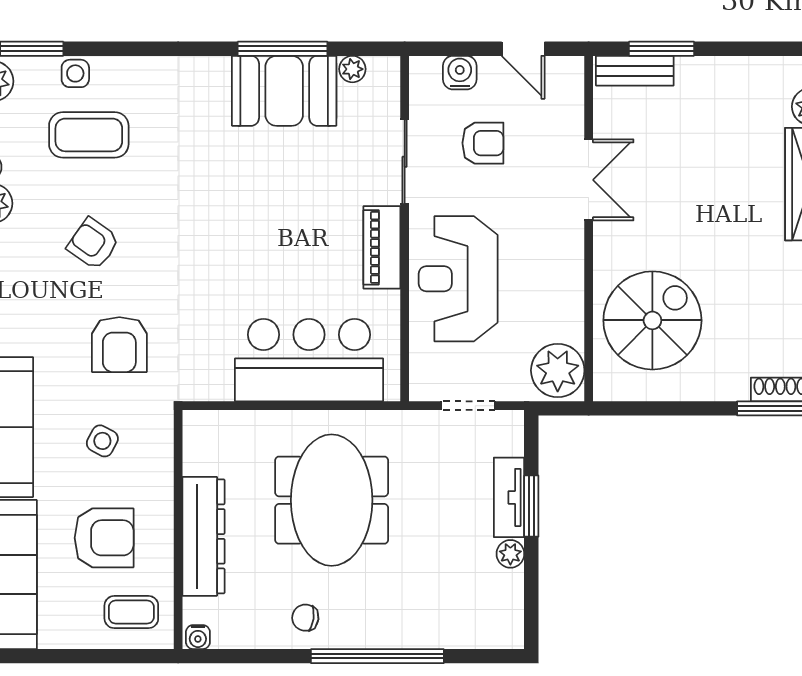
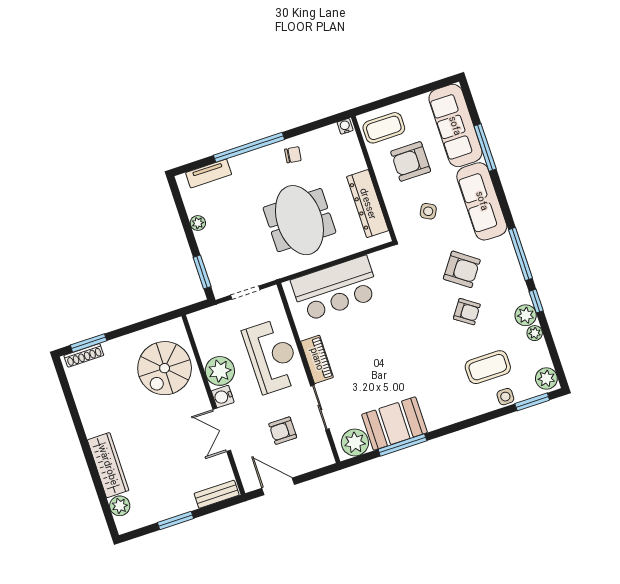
door: (523, 49) -> (278, 486), width x1.37
window: (661, 49) -> (175, 521), moved
plant: (352, 69) -> (355, 442), width x1.88, depth x1.88
water cooler: (460, 73) -> (223, 397), moved, turned 90
armchair: (119, 345) -> (462, 269), moved, turned 126
plant: (558, 370) -> (220, 371), moved
tv unit: (509, 497) -> (209, 174), moved, turned 90
window: (531, 506) -> (202, 272), moved
dresser: (204, 536) -> (368, 204), moved
coffee table: (131, 612) -> (384, 128), width x1.36, depth x1.30

